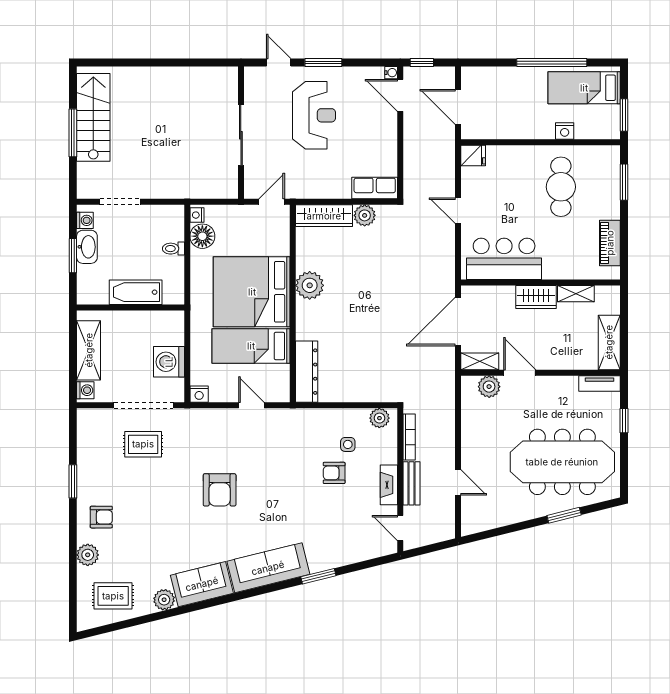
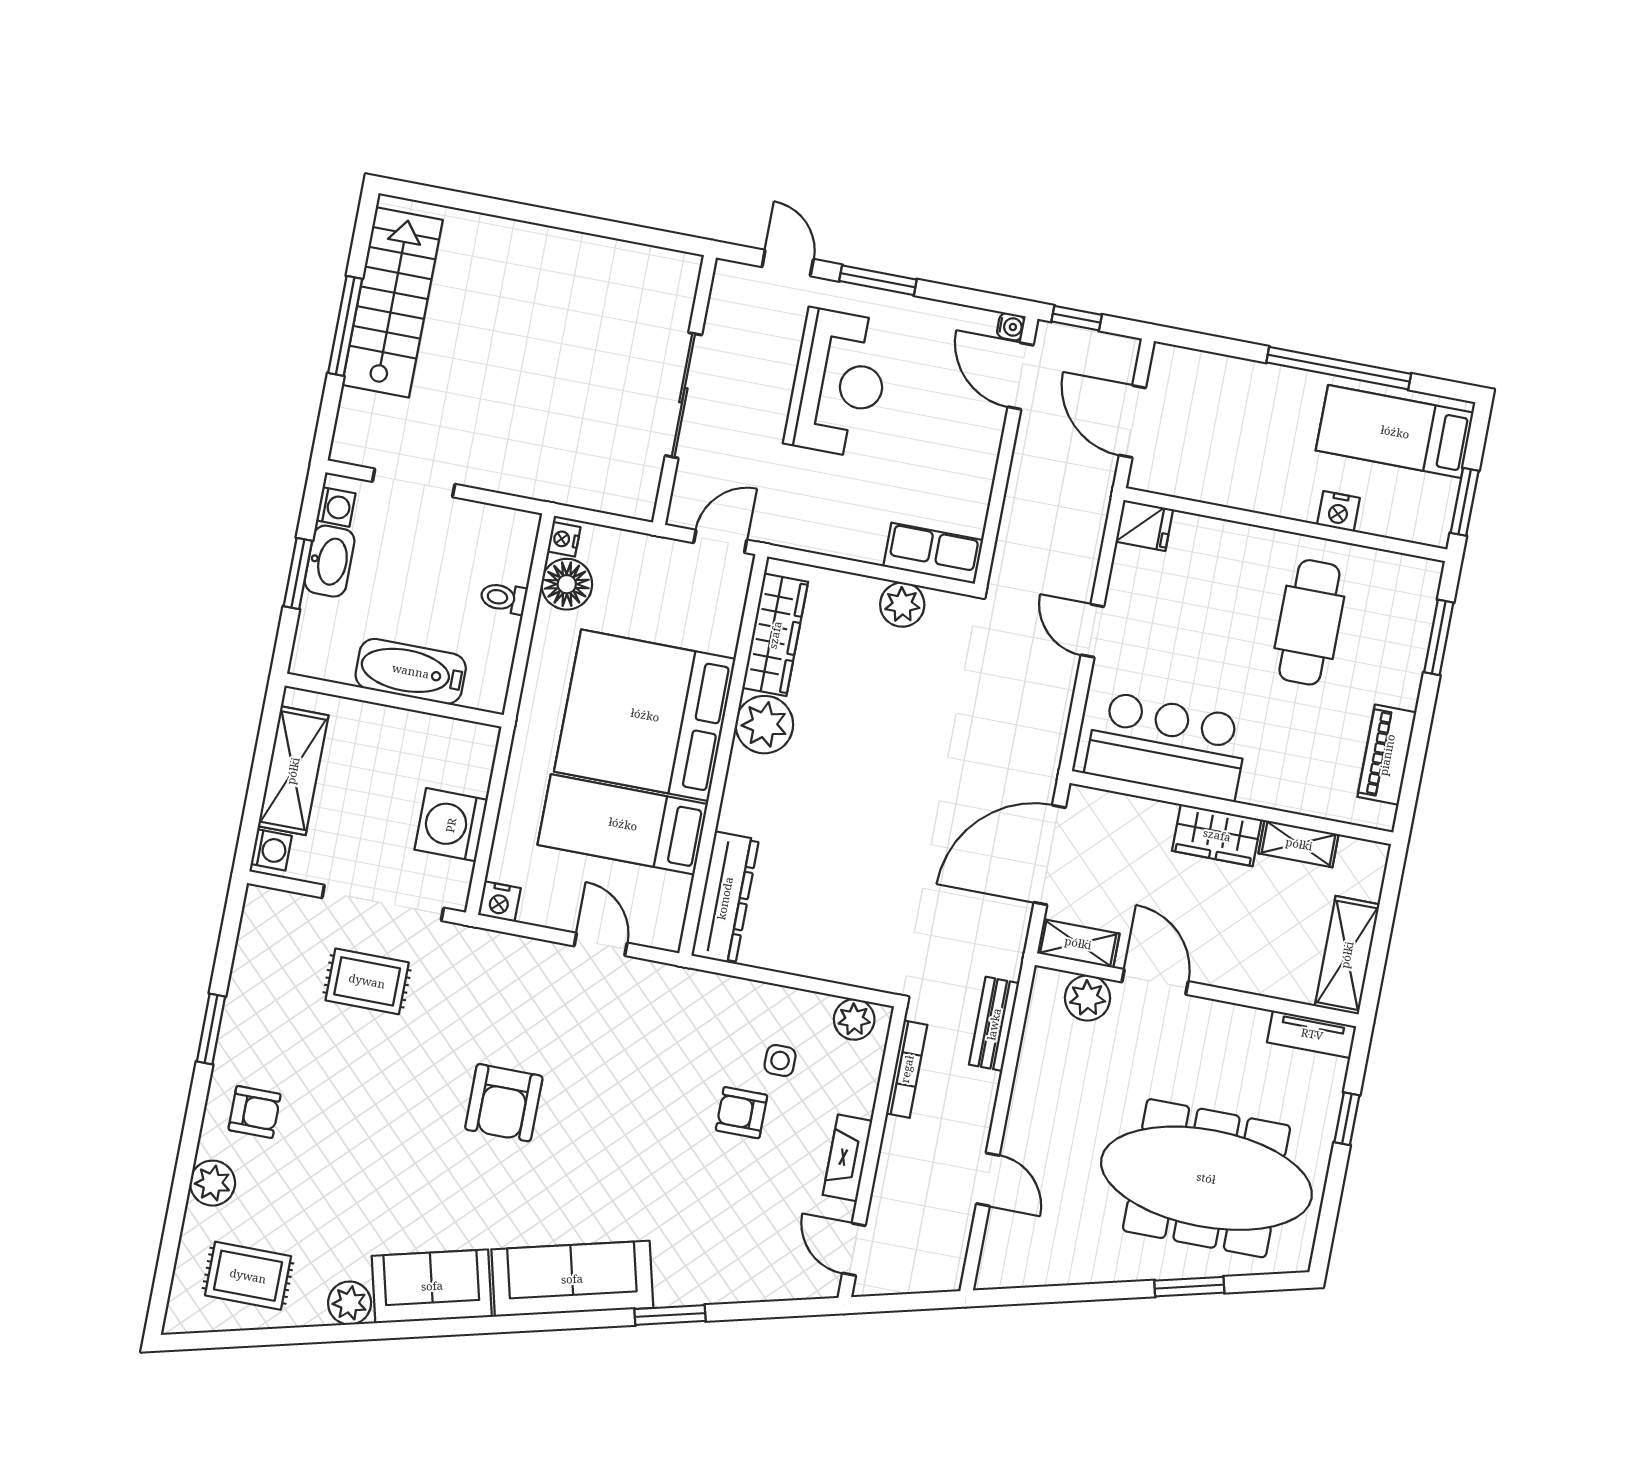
wardrobe: (324, 216) -> (775, 635), moved, turned -90
bench: (412, 483) -> (994, 1024), moved

